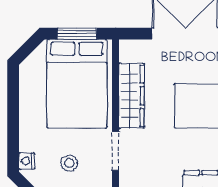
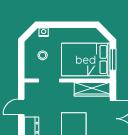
wardrobe: (132, 96) -> (92, 89), moved

